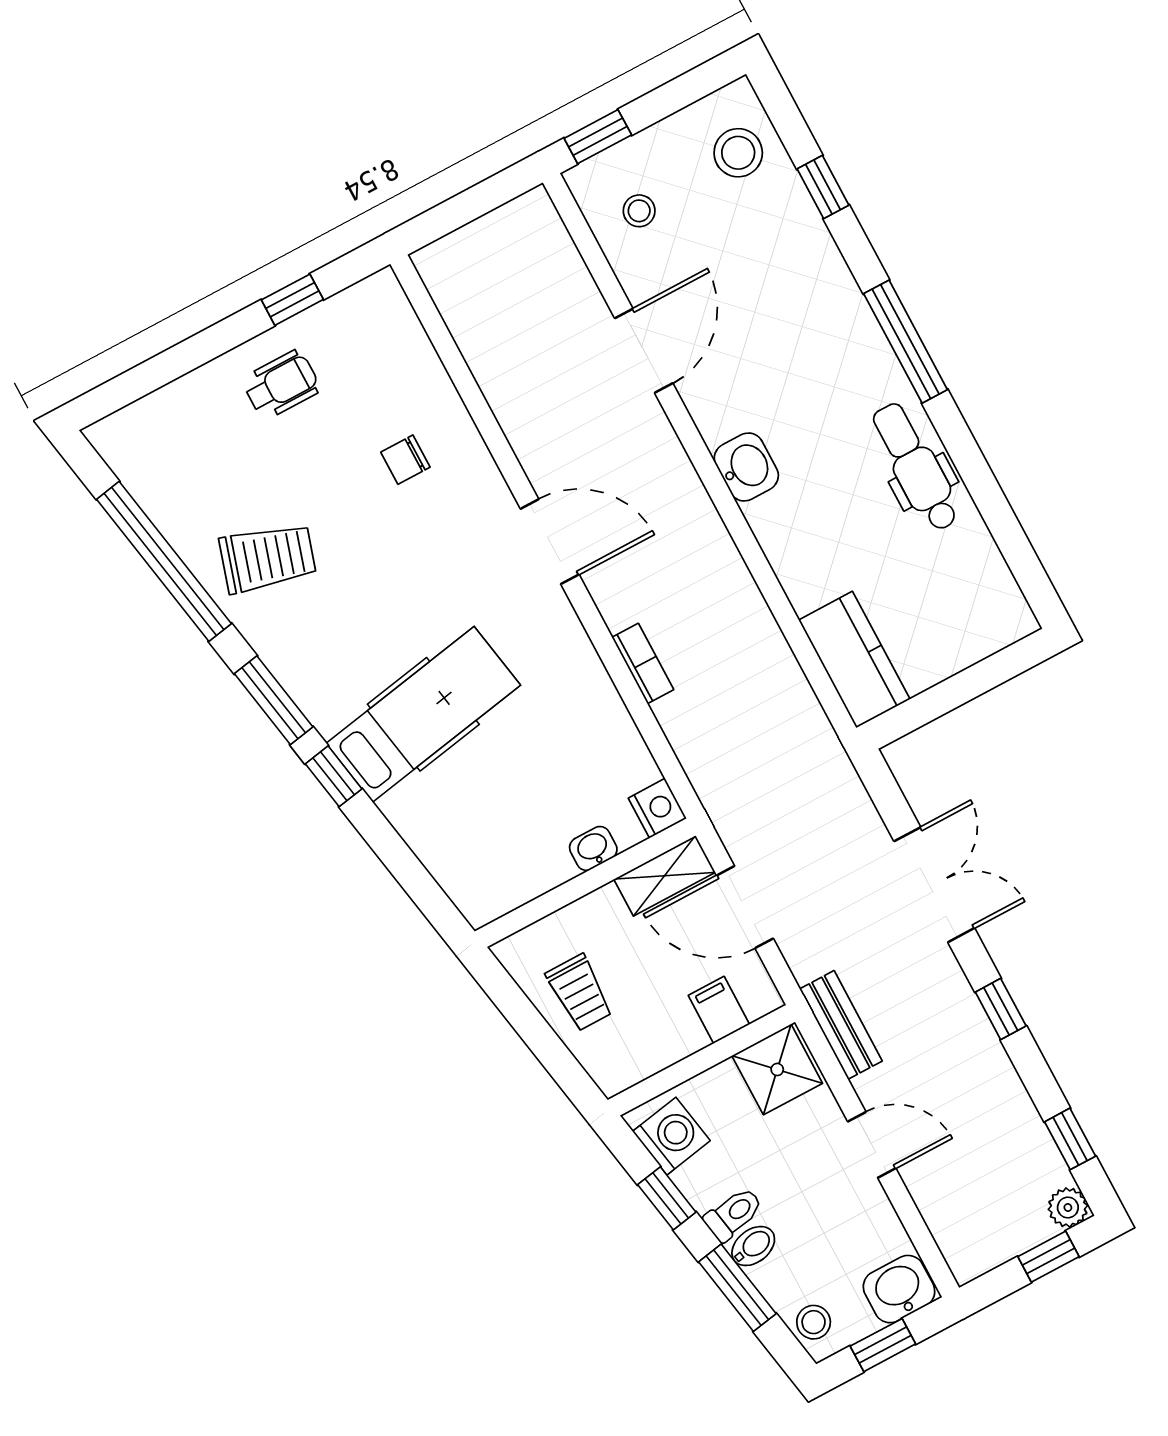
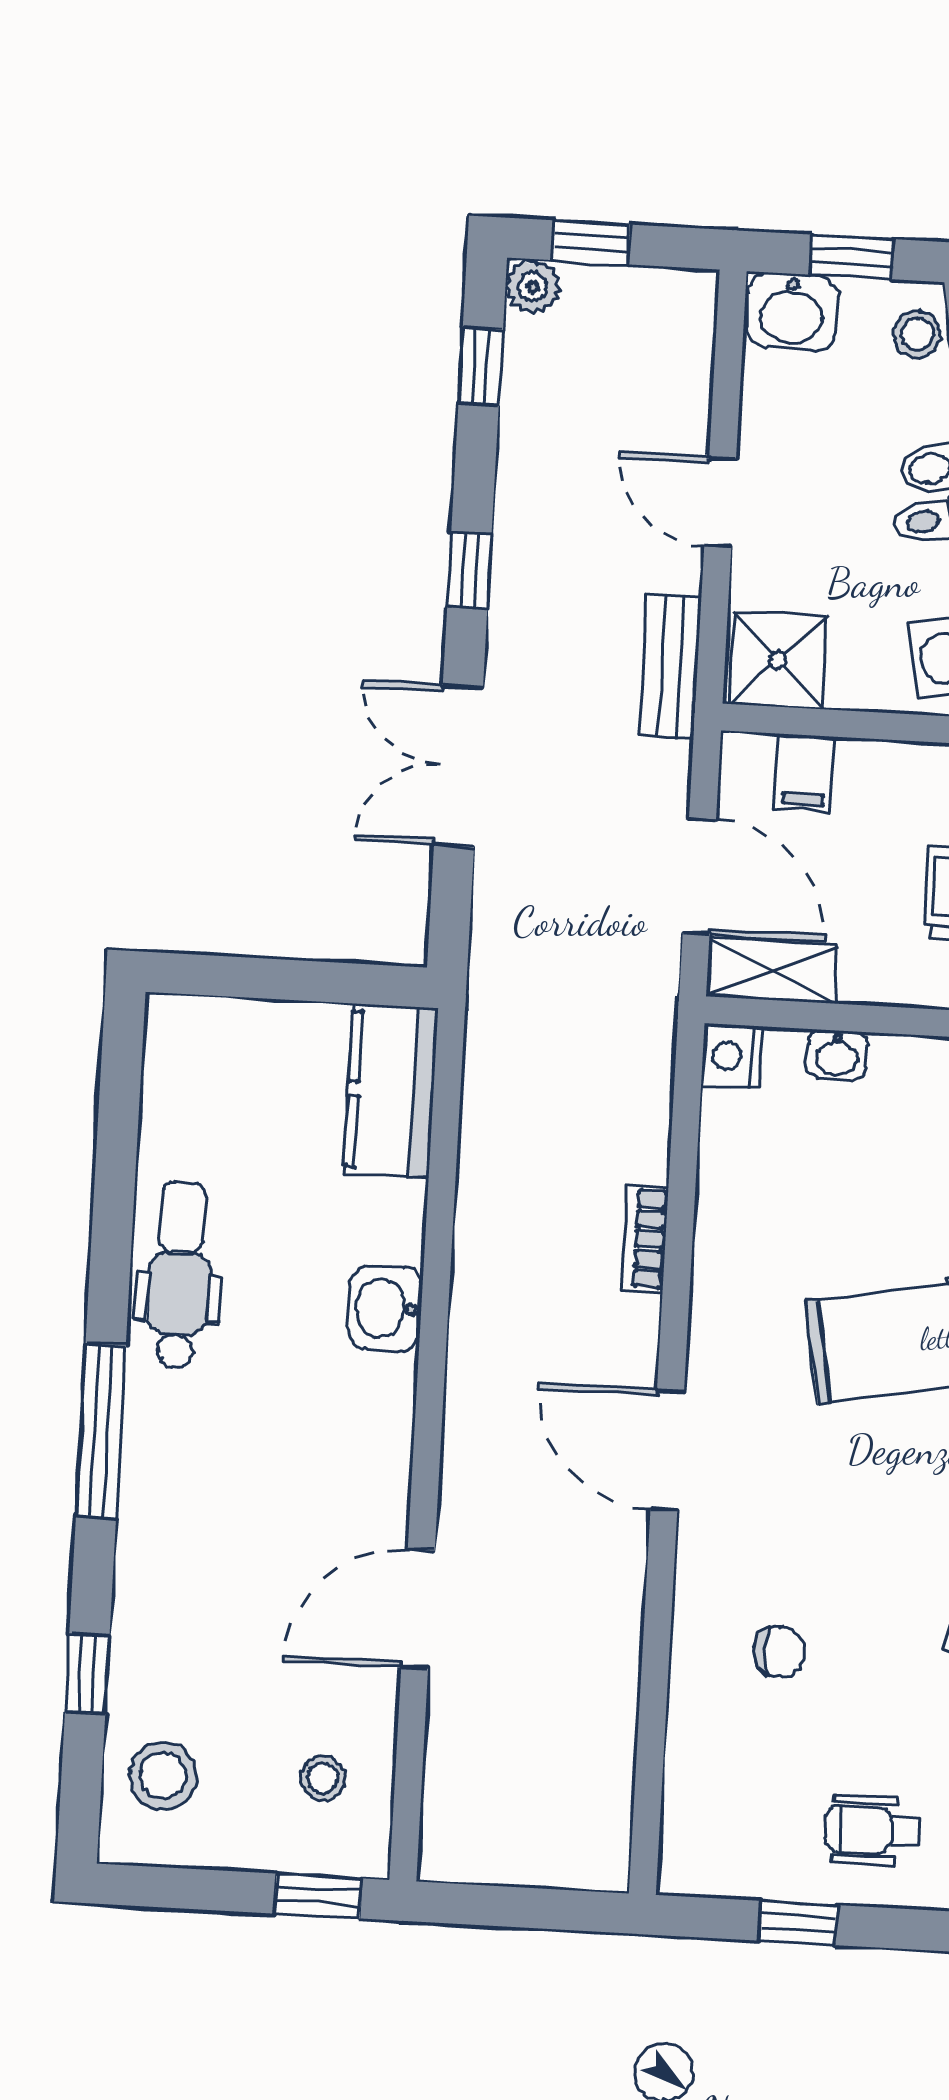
washbasin: (746, 467) -> (385, 1308), moved
dental chair: (916, 467) -> (179, 1275), turned 180

